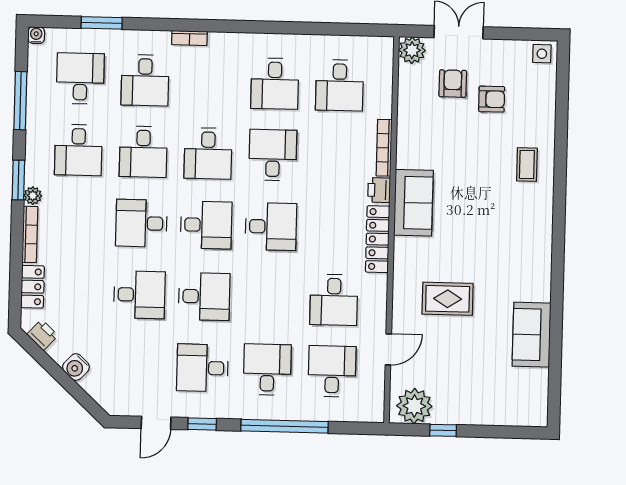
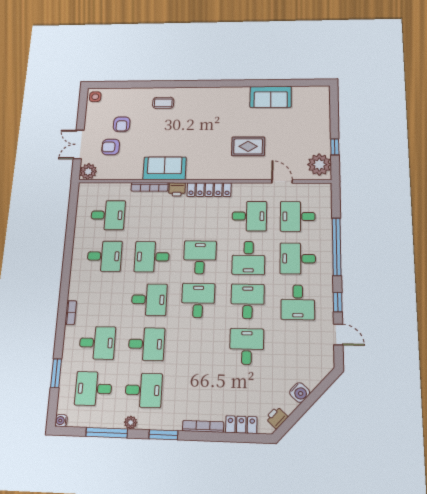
armchair: (492, 99) -> (122, 124), turned 180
plant: (33, 196) -> (131, 422), moved
sofa: (413, 203) -> (165, 168), moved
desk: (141, 223) -> (248, 258), moved
rug: (448, 299) -> (248, 146), turned 90

